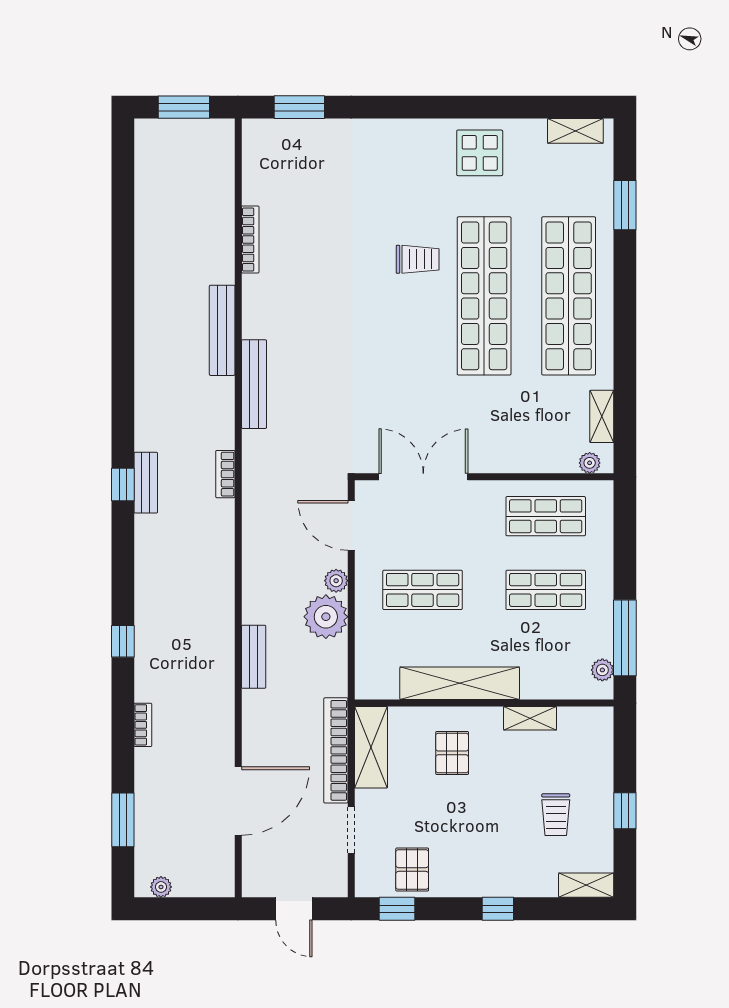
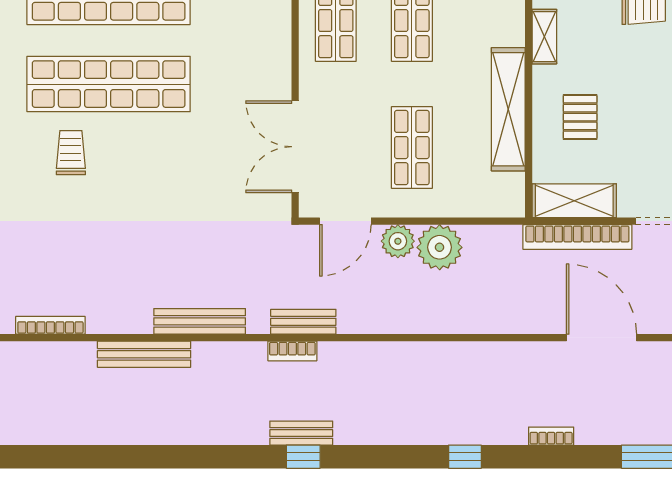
plant: (336, 581) -> (398, 241), width x1.38, depth x1.38
bench: (254, 657) -> (303, 322), moved
pallet: (452, 753) -> (580, 117), turned 90
door: (238, 801) -> (601, 338), moved

